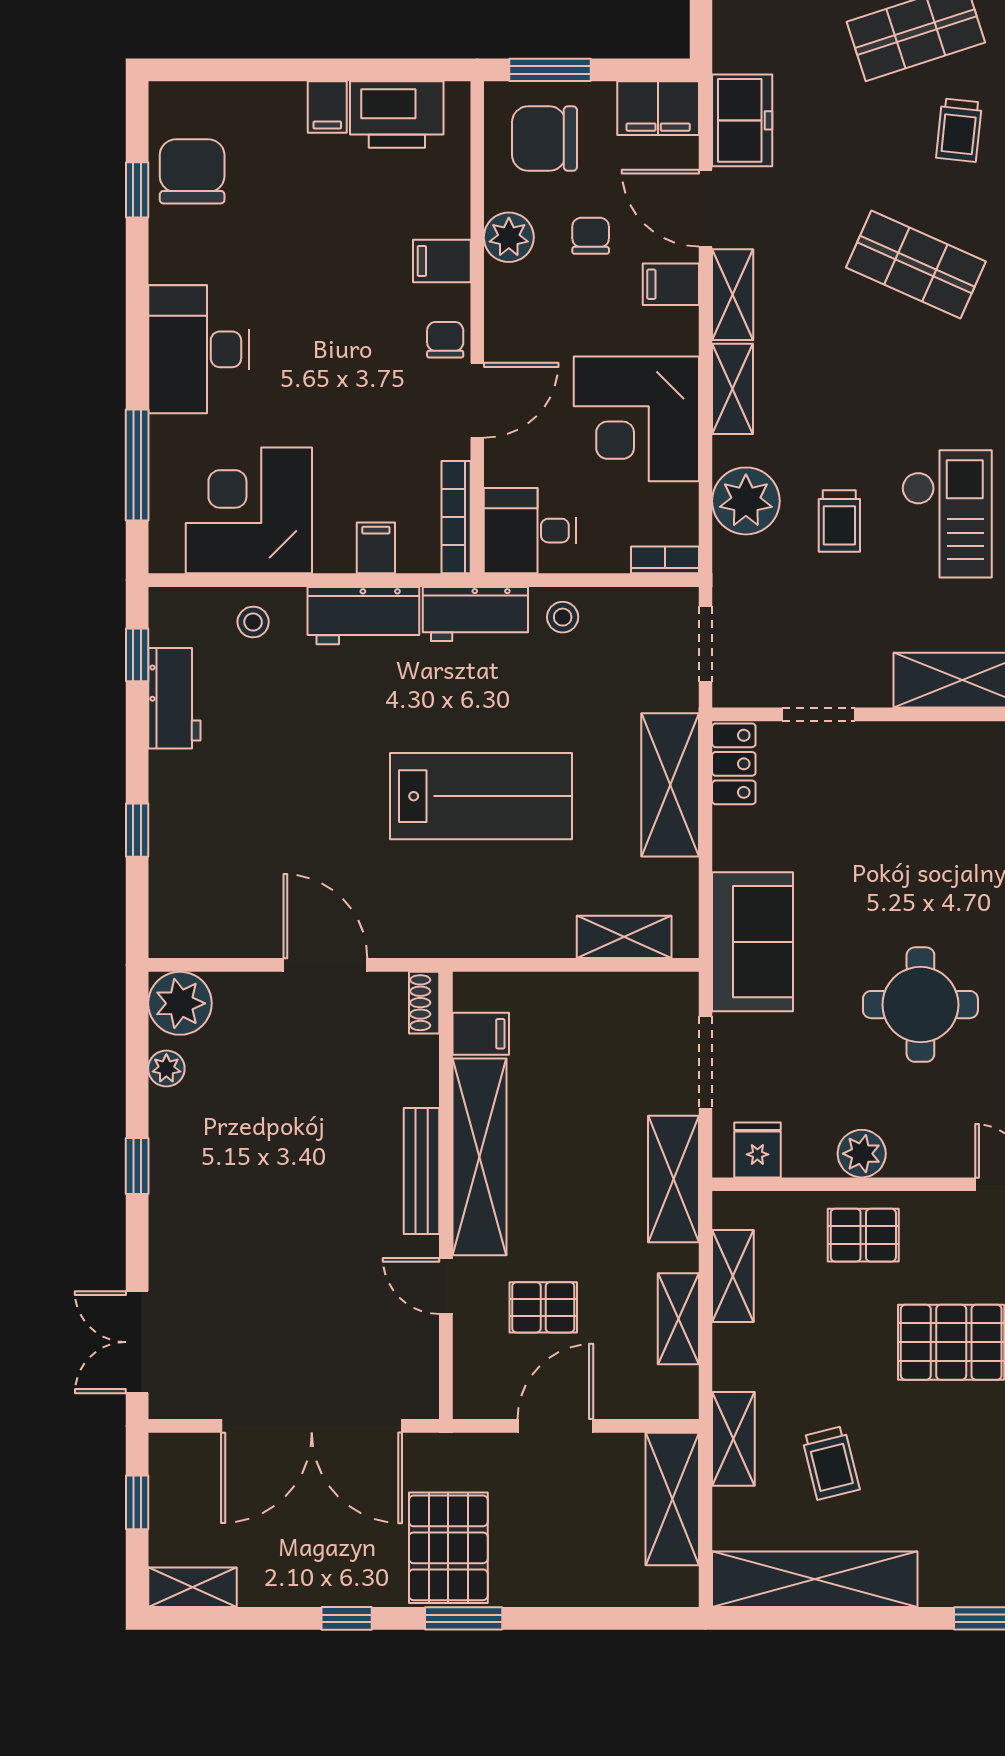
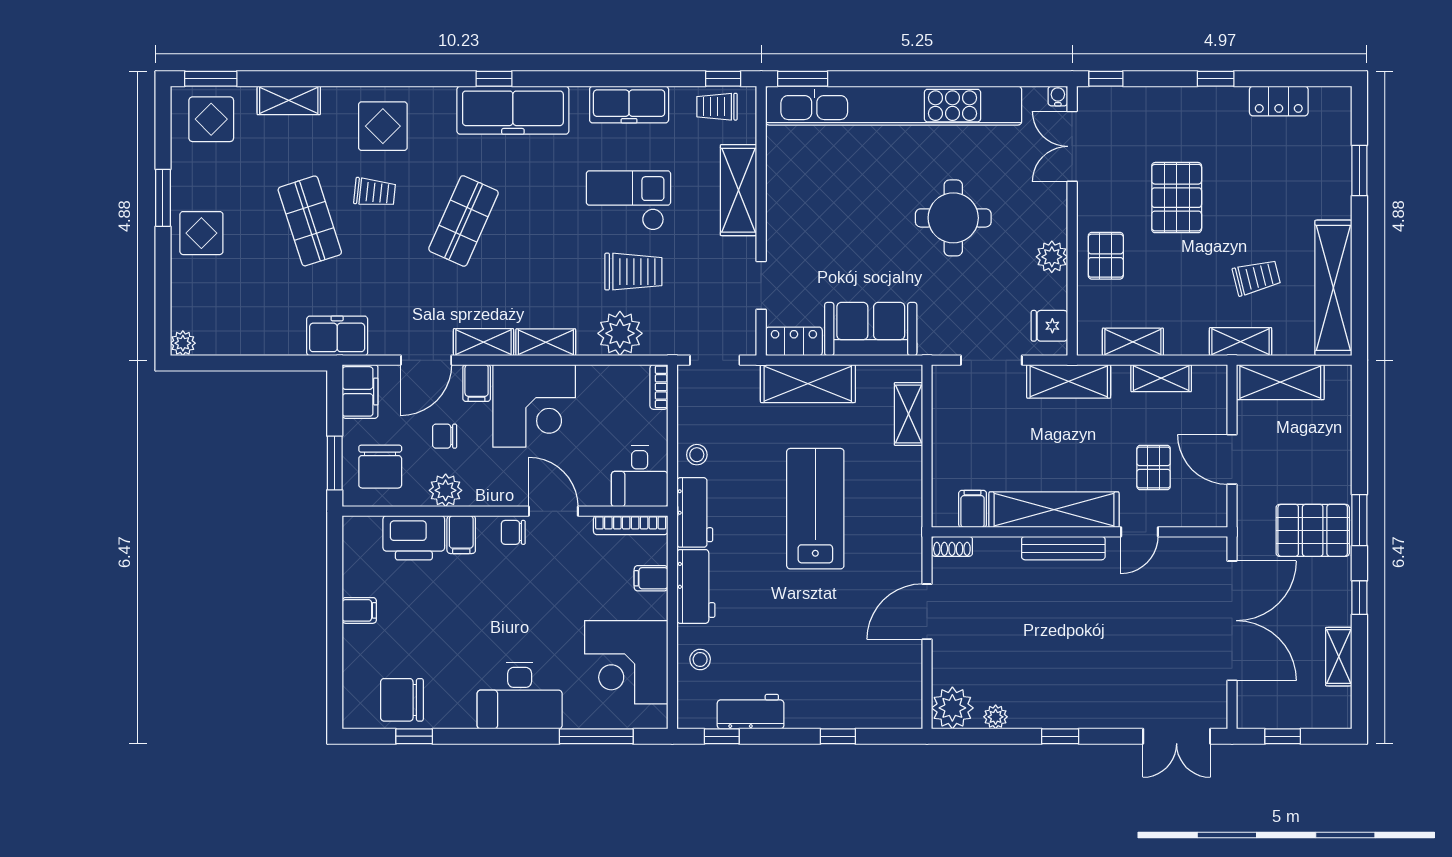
printer: (397, 114) -> (414, 538), moved, turned 90
freezer: (742, 120) -> (337, 336), moved
corner desk: (636, 419) -> (534, 406), moved
trolley: (839, 521) -> (633, 272), width x1.36, depth x1.39
sofa: (753, 942) -> (871, 329), moved
shelving: (192, 1587) -> (1339, 657), moved

